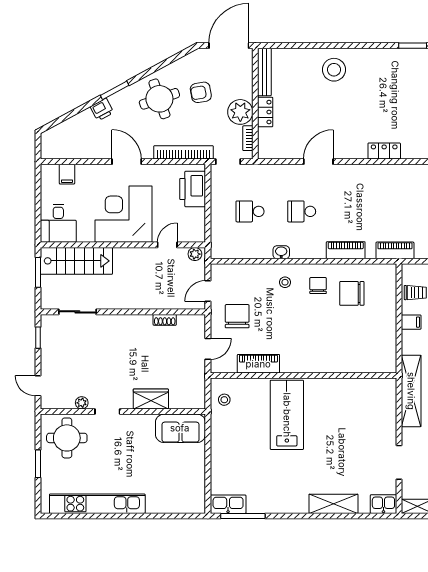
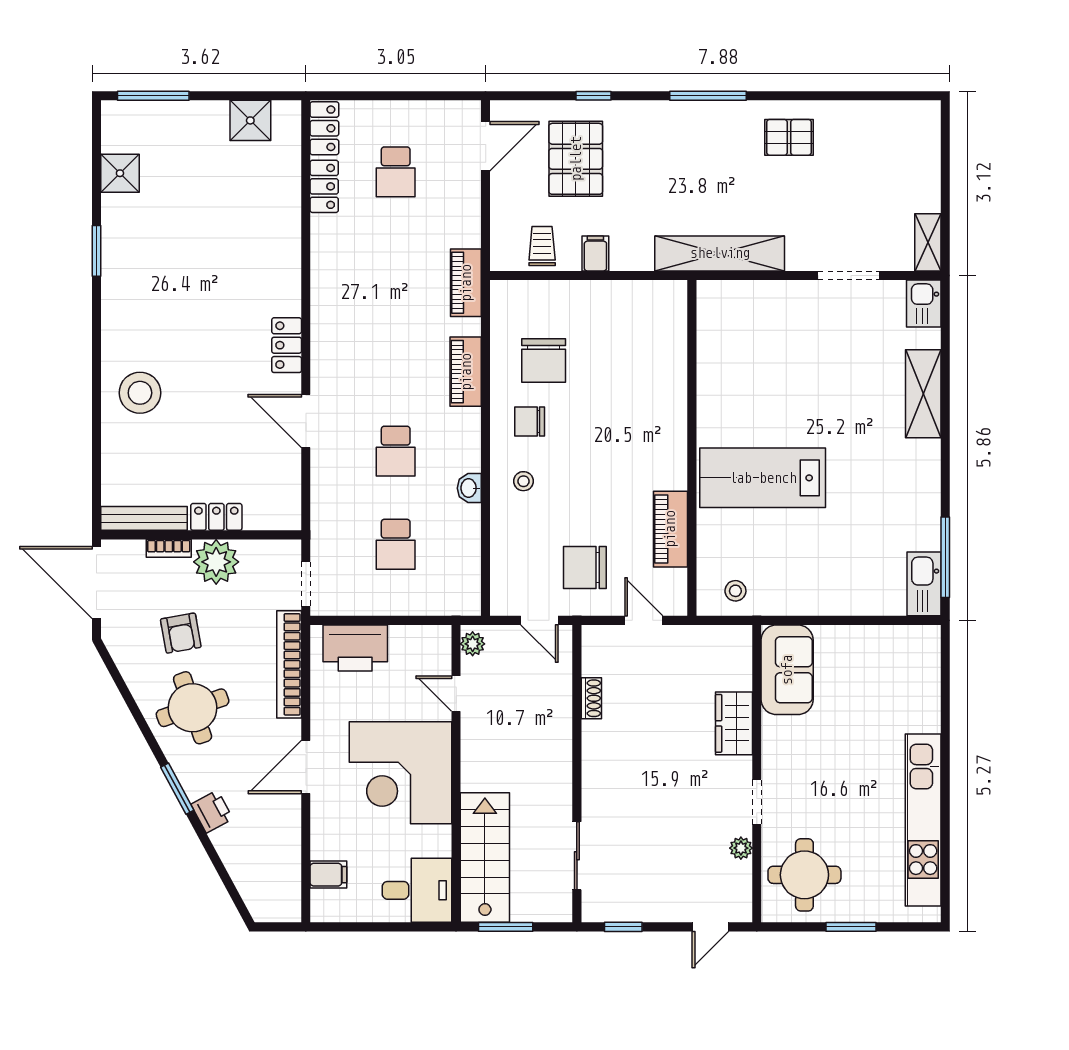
bookcase: (248, 138) -> (169, 548), moved
locker: (384, 151) -> (287, 345), moved

